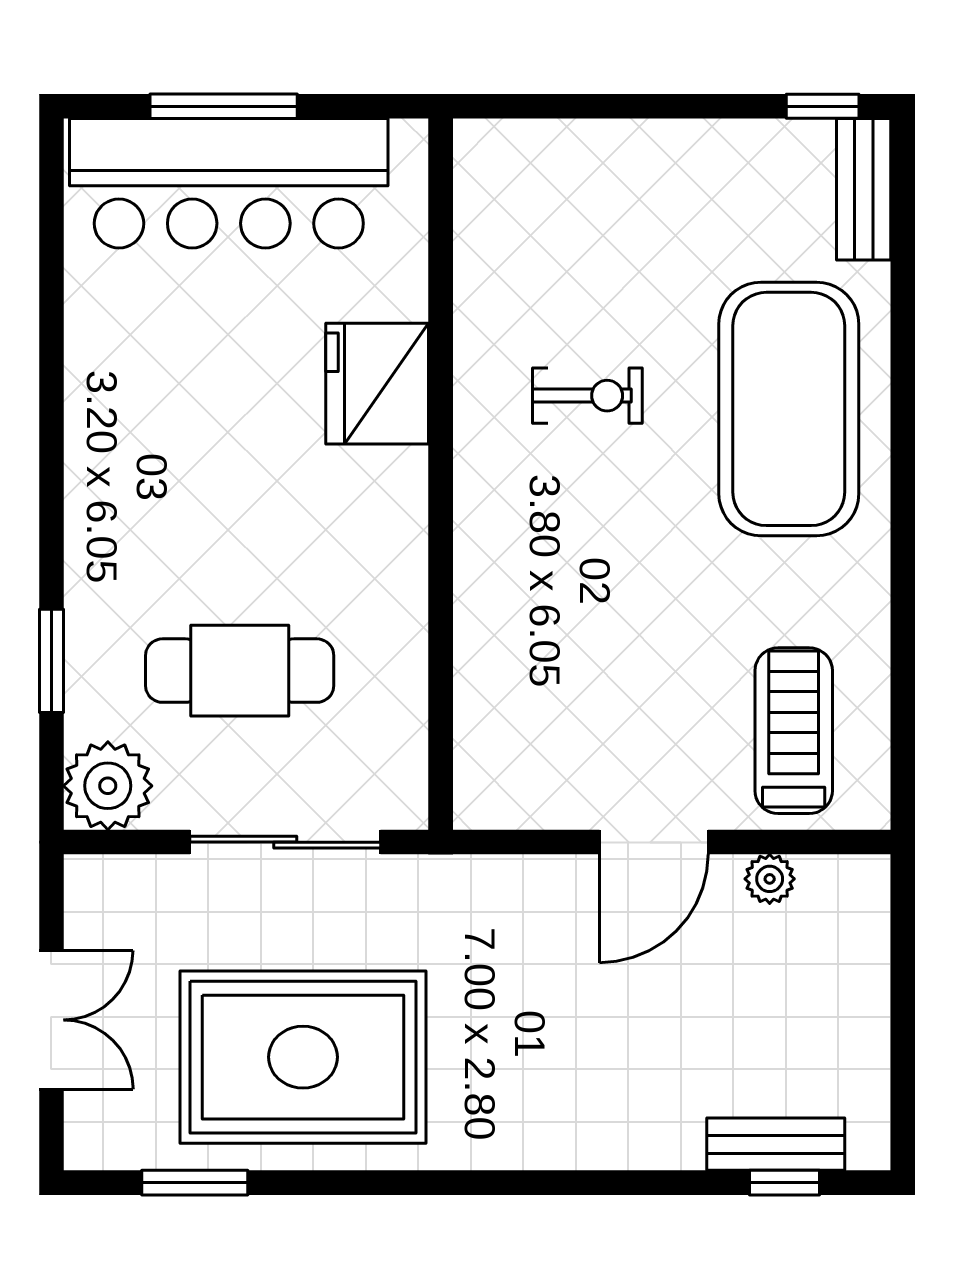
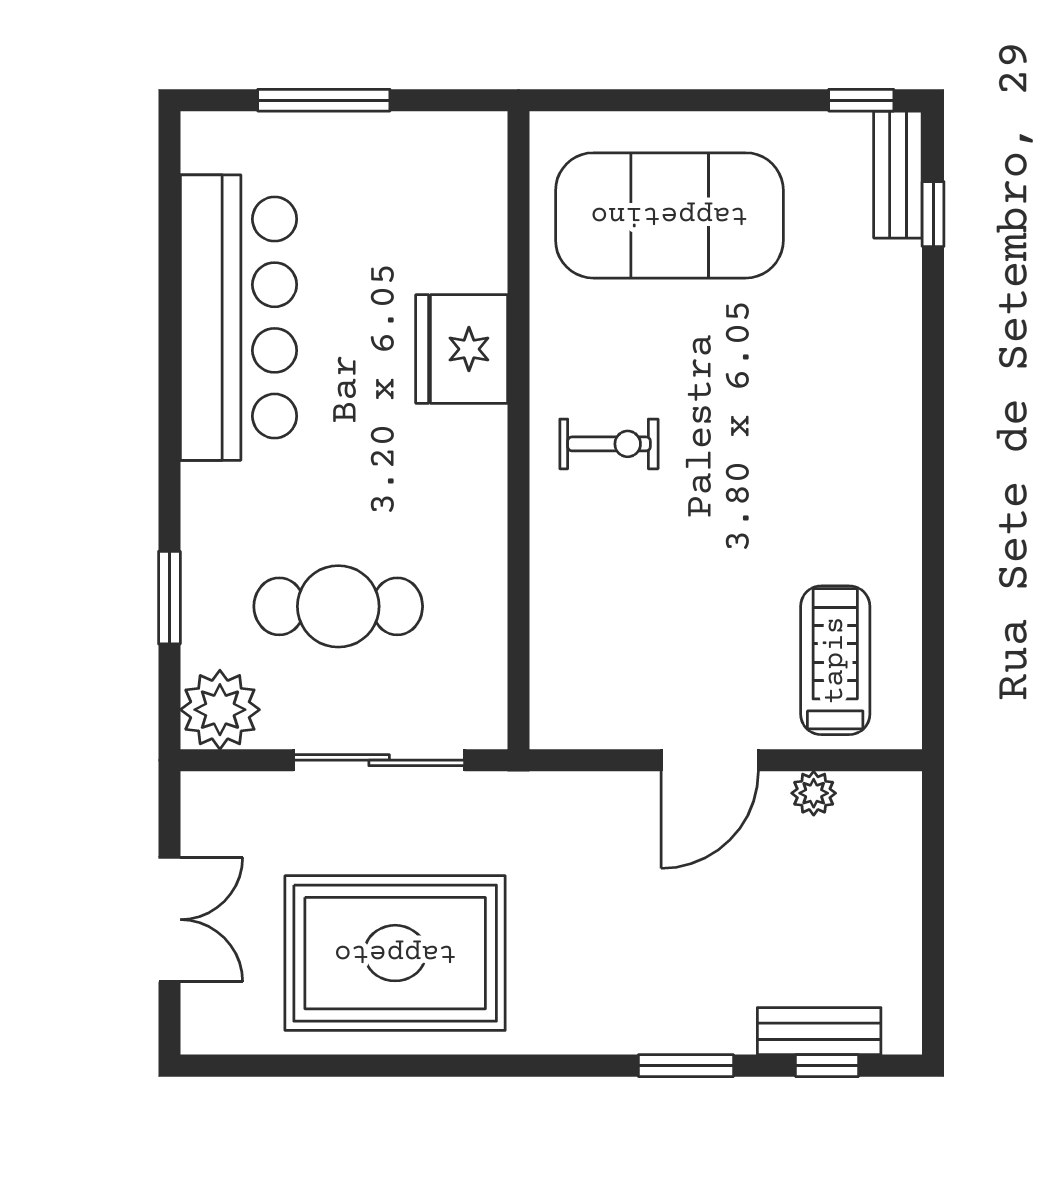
bar counter: (229, 183) -> (238, 318), moved, turned -90
window: (903, 233) -> (933, 214), added
exercise bike: (587, 396) -> (609, 444), moved
exercise mat: (789, 409) -> (669, 215), moved, turned 90
window: (195, 1183) -> (686, 1066), moved

